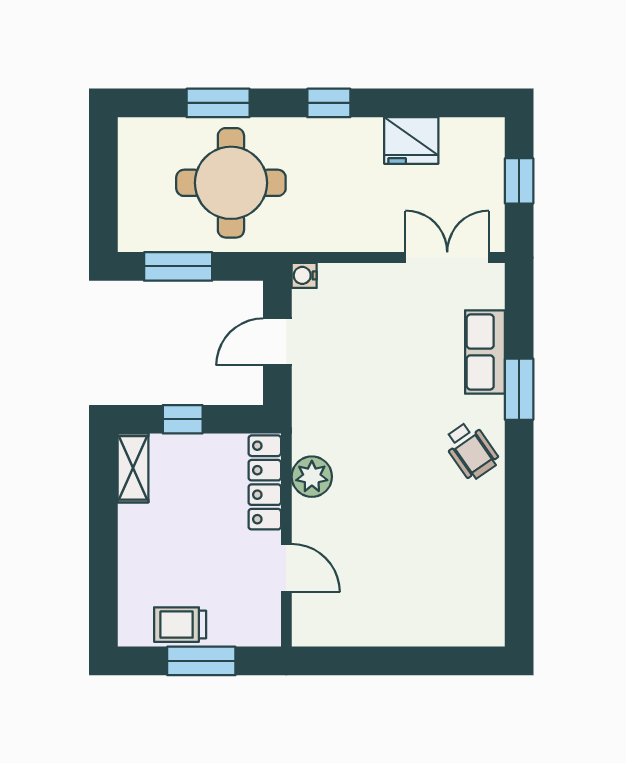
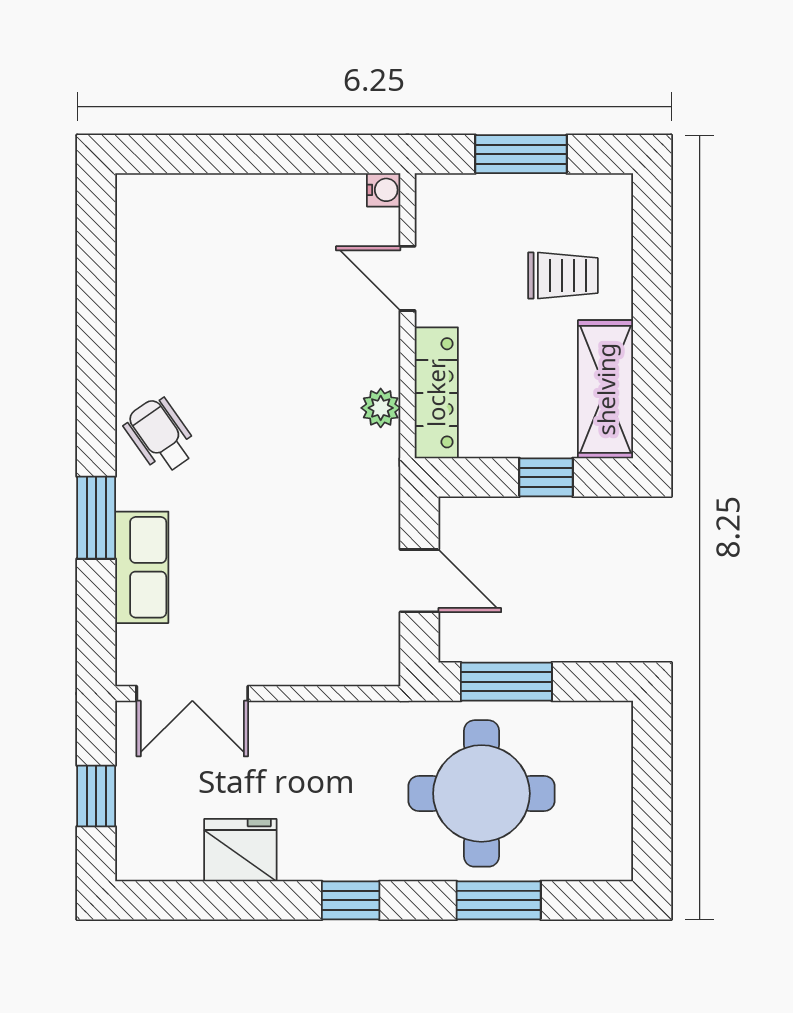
window: (178, 266) -> (506, 682), moved
water cooler: (304, 275) -> (384, 190), moved
door: (277, 342) -> (419, 581), hinge flipped
shelving: (133, 468) -> (606, 389), width x1.50, depth x1.33
plant: (312, 477) -> (381, 408), width x0.73, depth x0.73
trolley: (180, 625) -> (563, 276), moved

